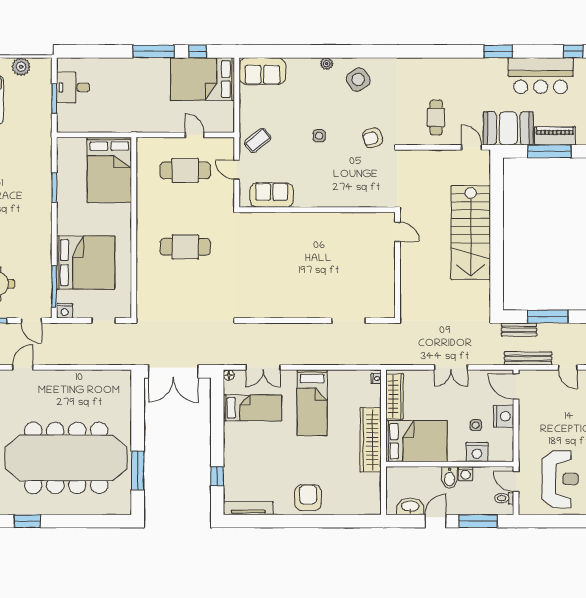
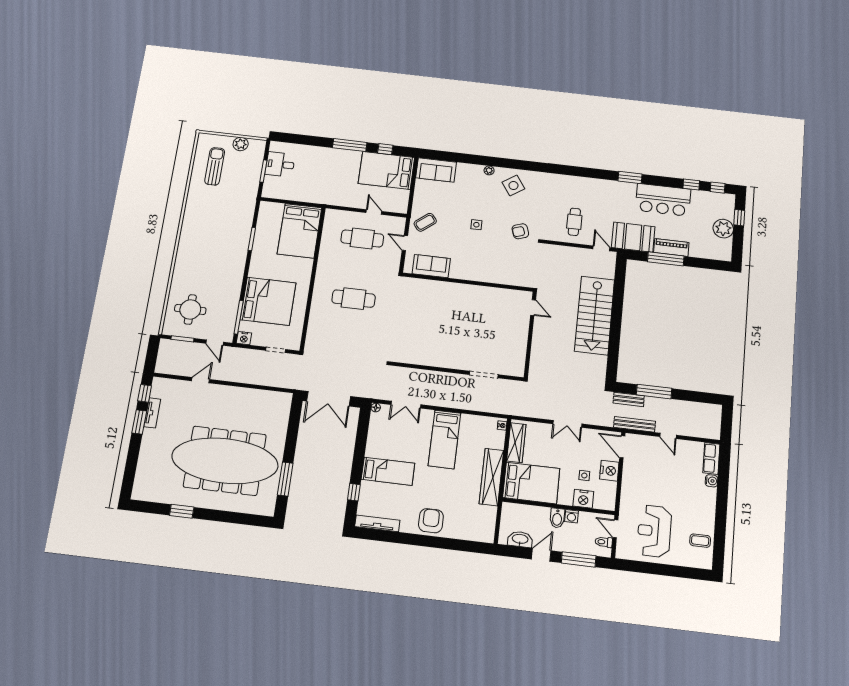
bed: (253, 408) -> (388, 471), moved
reception desk: (560, 479) -> (654, 531), turned 180

